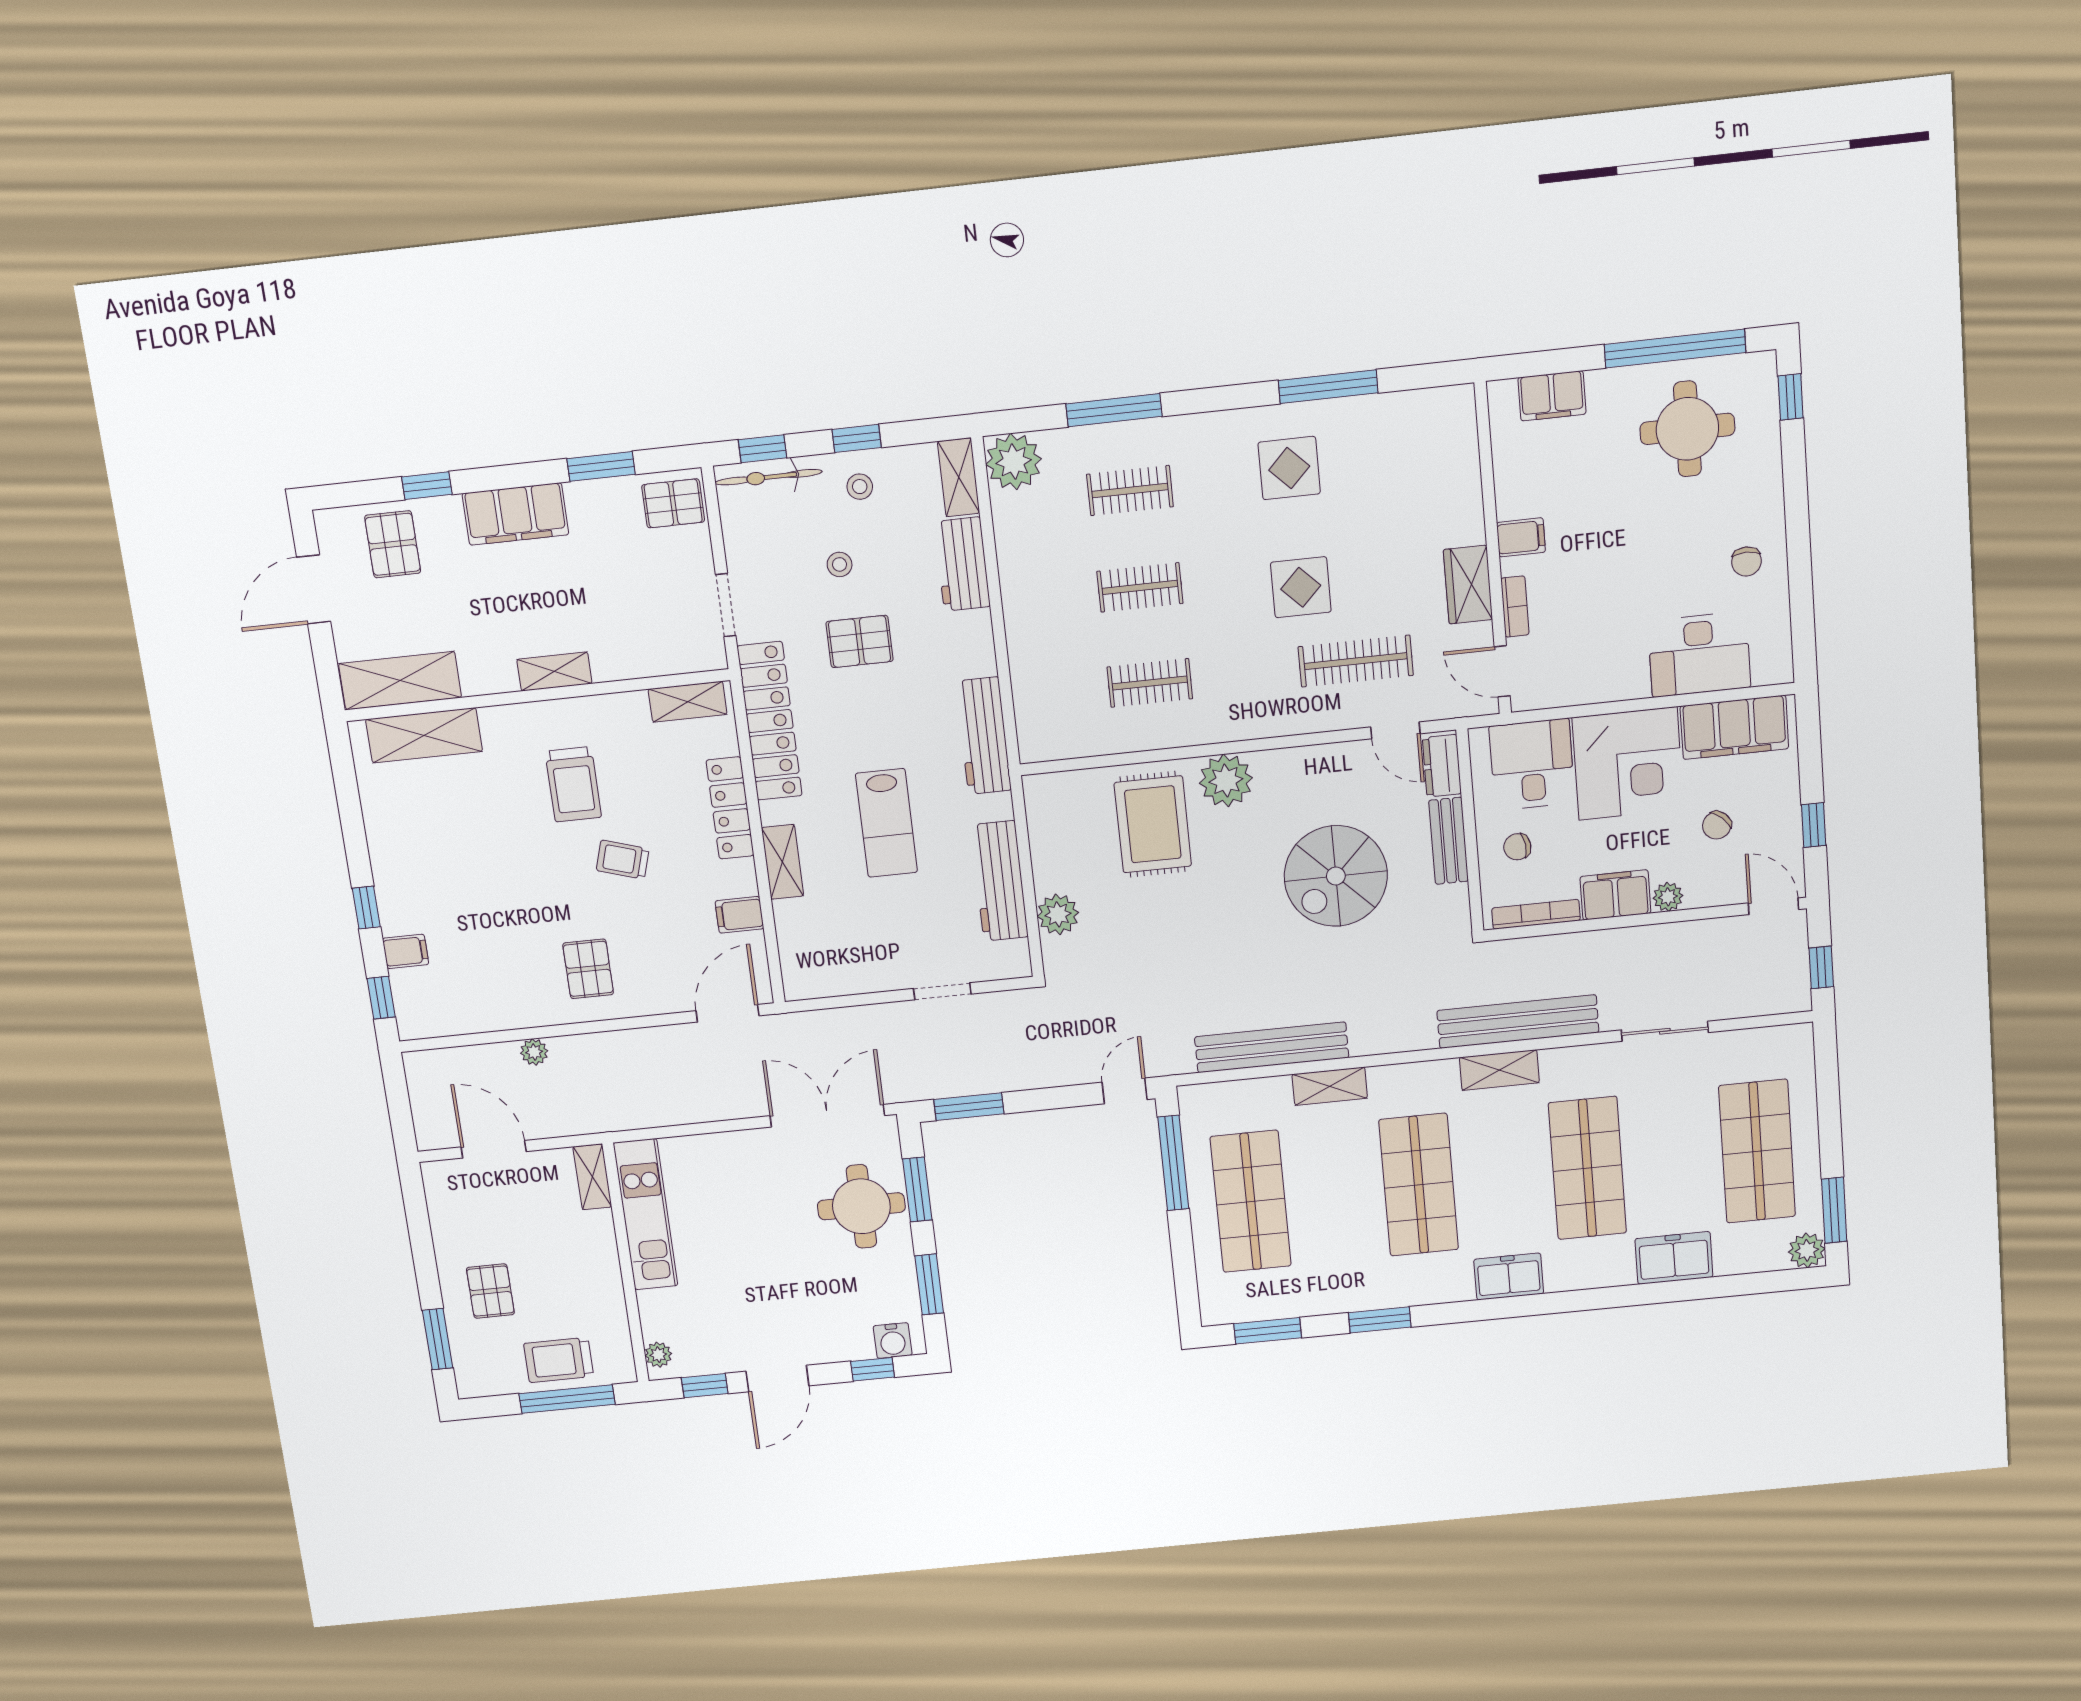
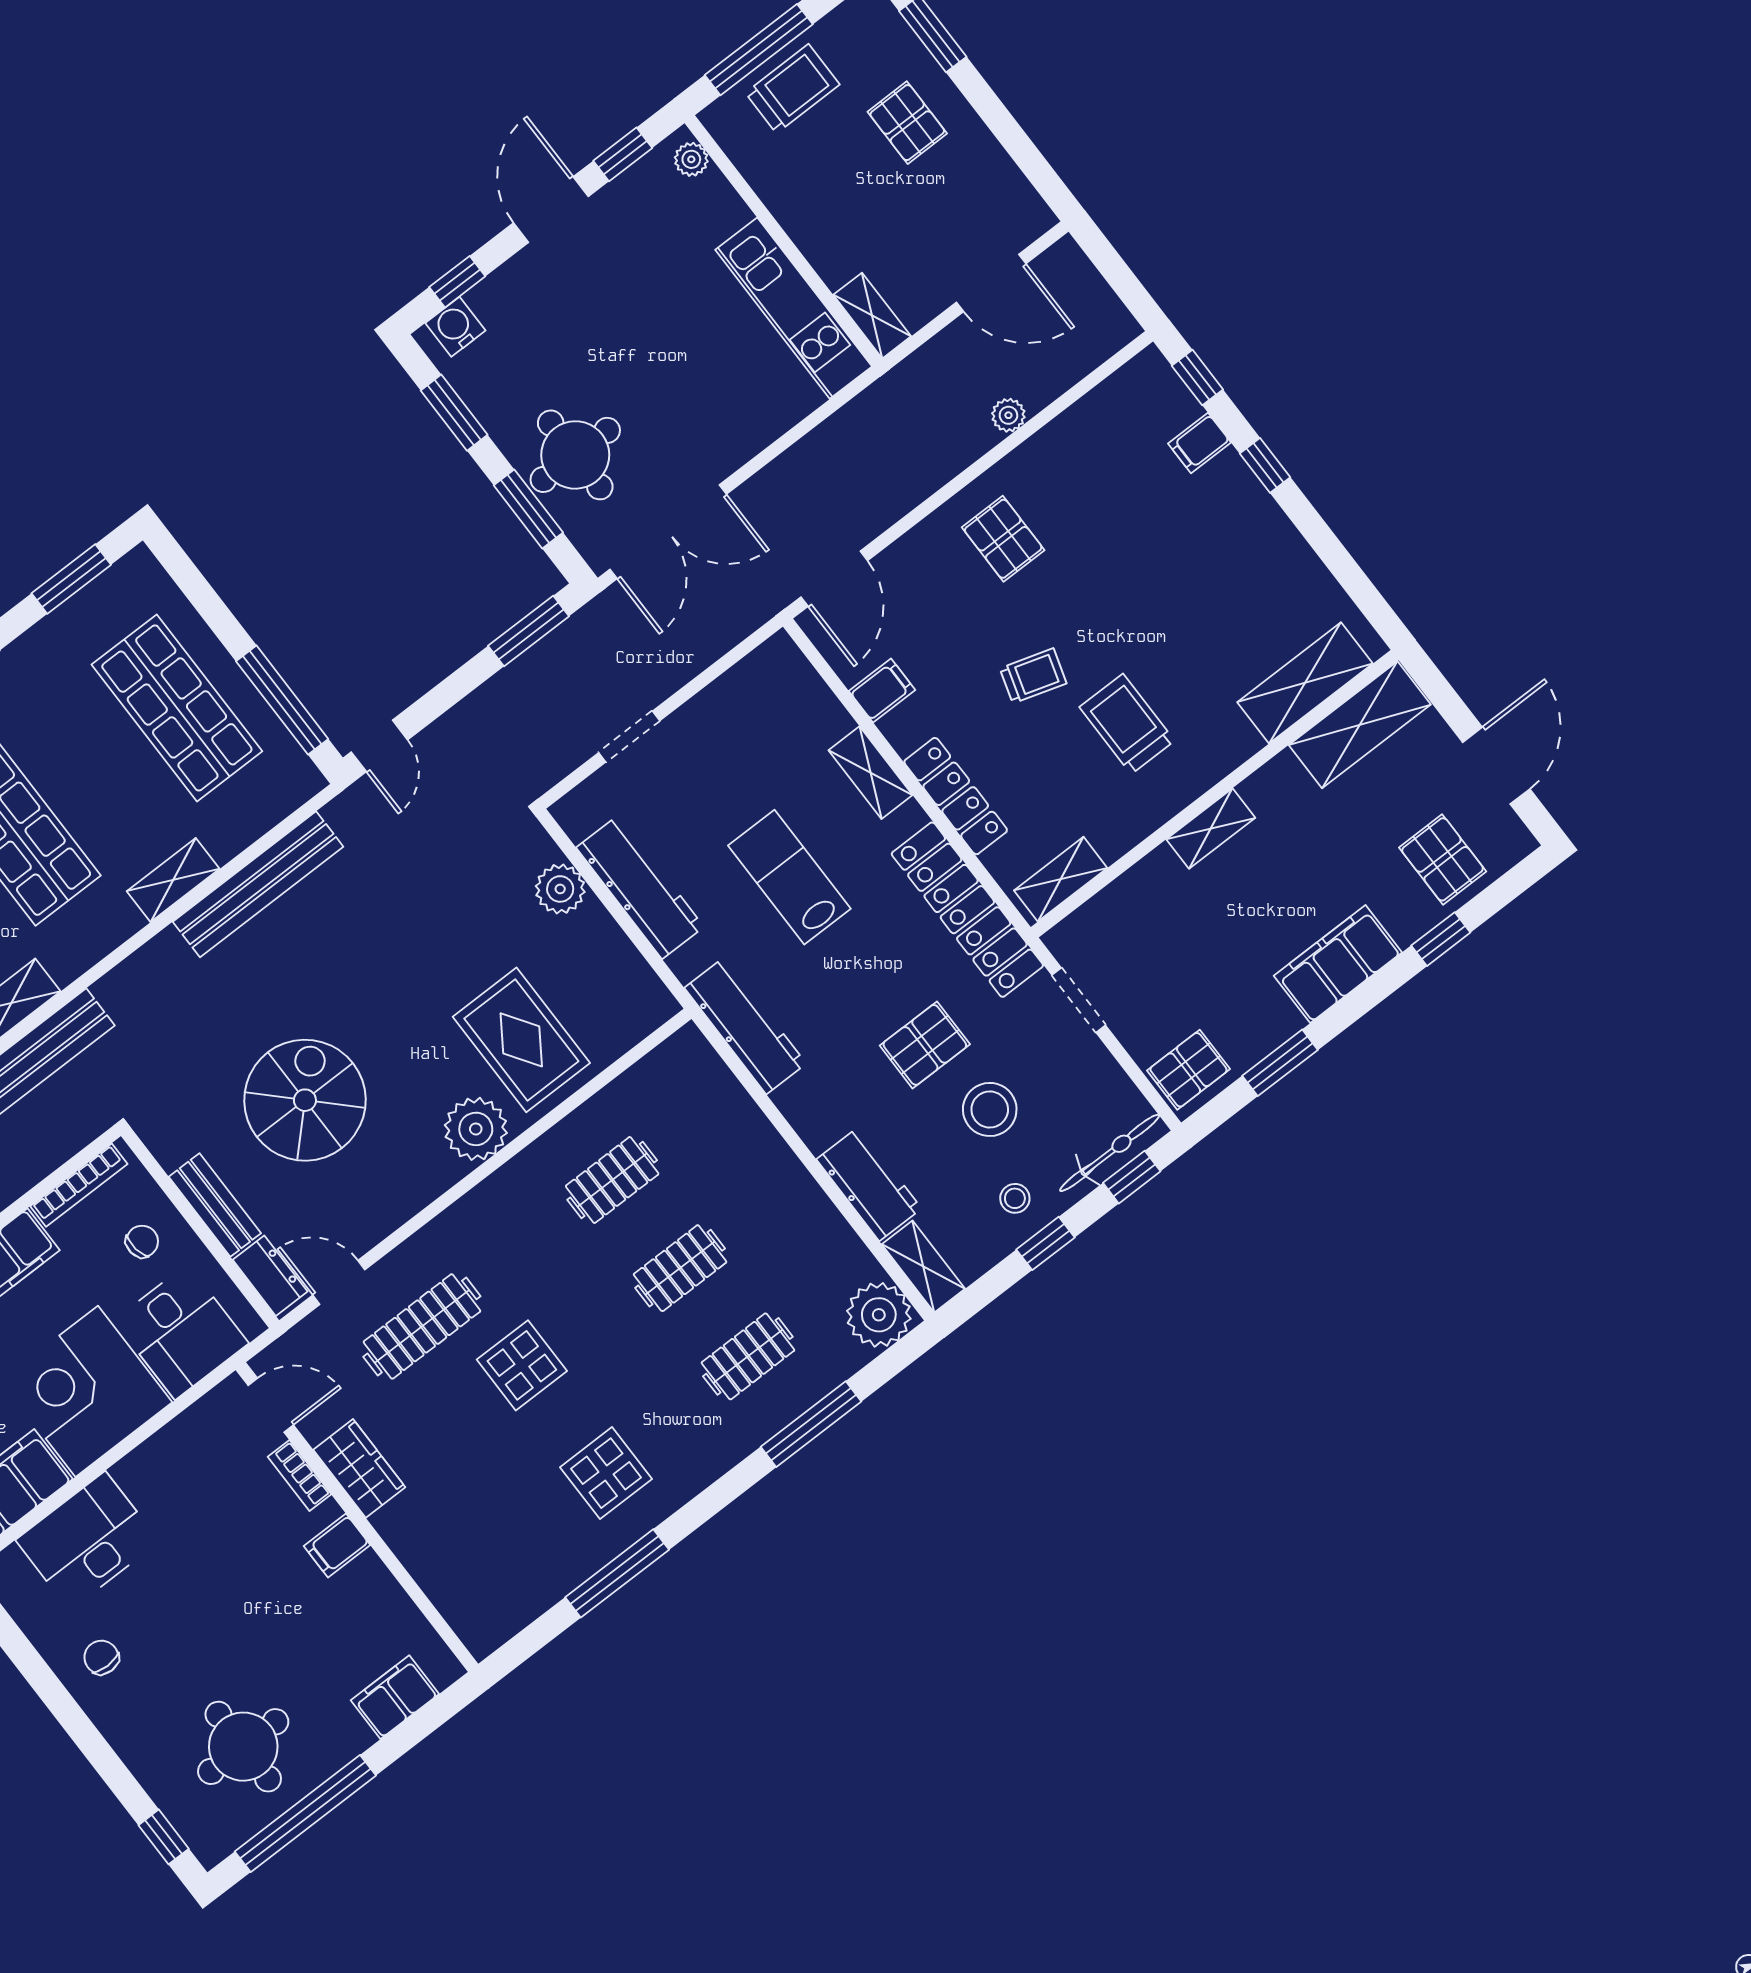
stool: (840, 564) -> (990, 1109), width x1.89, depth x1.89

